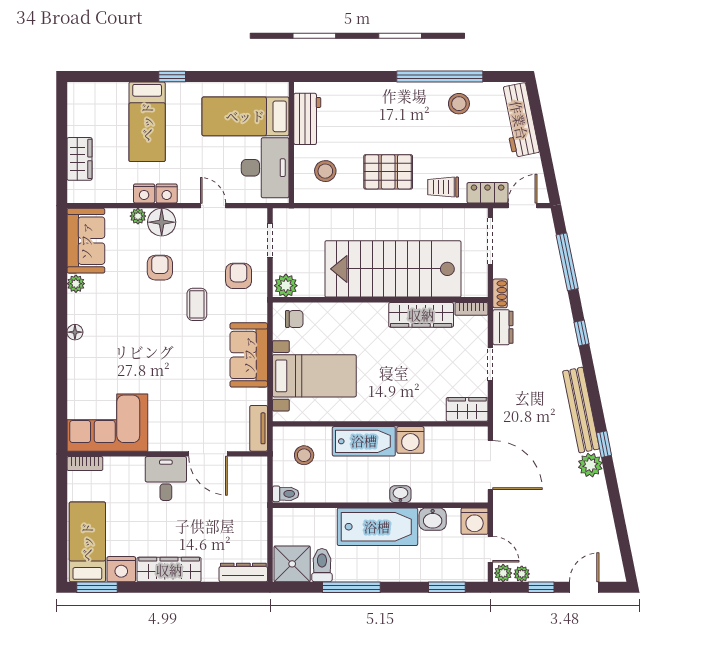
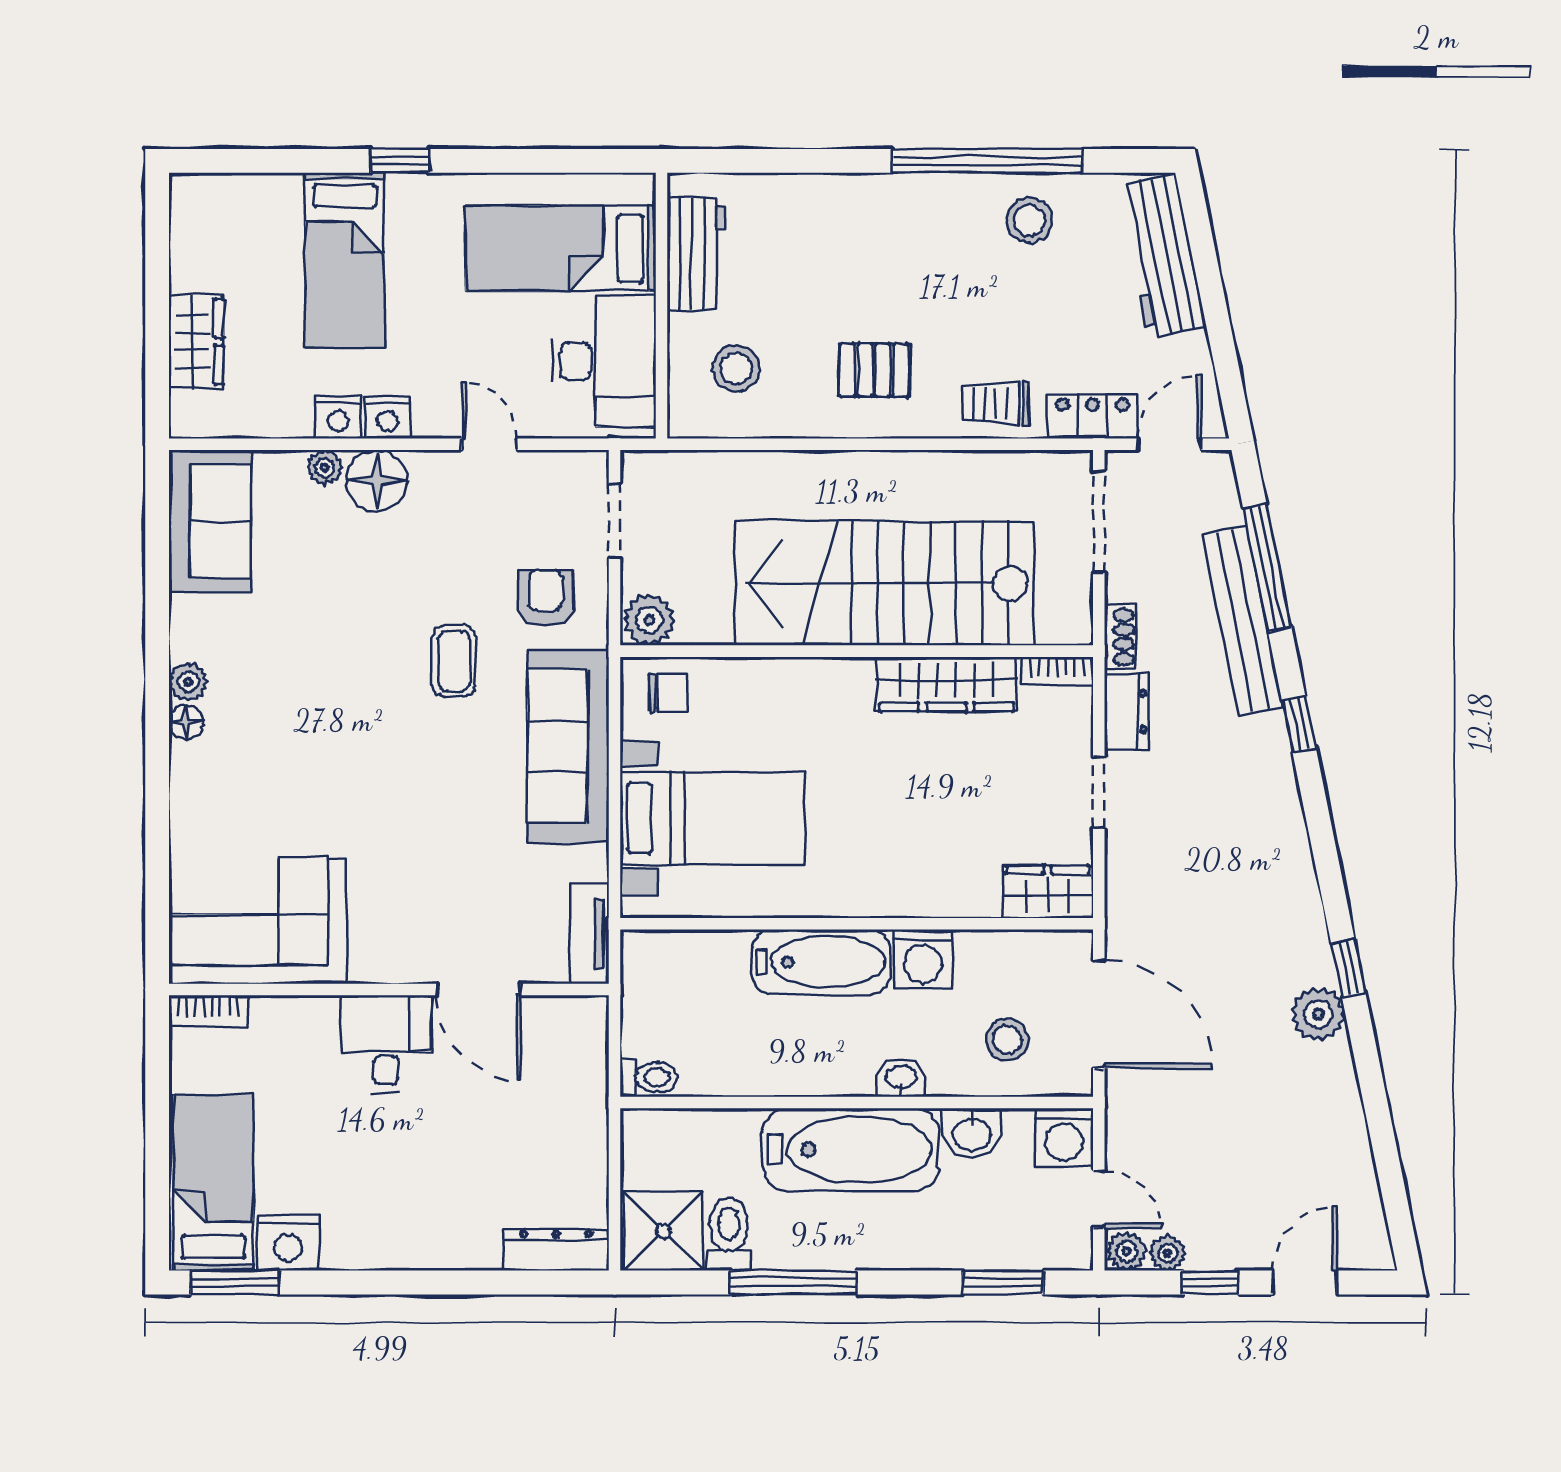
pallet: (388, 172) -> (874, 370), width x0.67, depth x0.71
armchair: (160, 268) -> (373, 580), removed
plant: (76, 284) -> (188, 682), moved
sofa: (249, 355) -> (568, 747), width x1.36
bench: (581, 410) -> (1243, 621), moved
stool: (304, 455) -> (1007, 1040), moved
wardrobe: (169, 570) -> (393, 1244), removed

